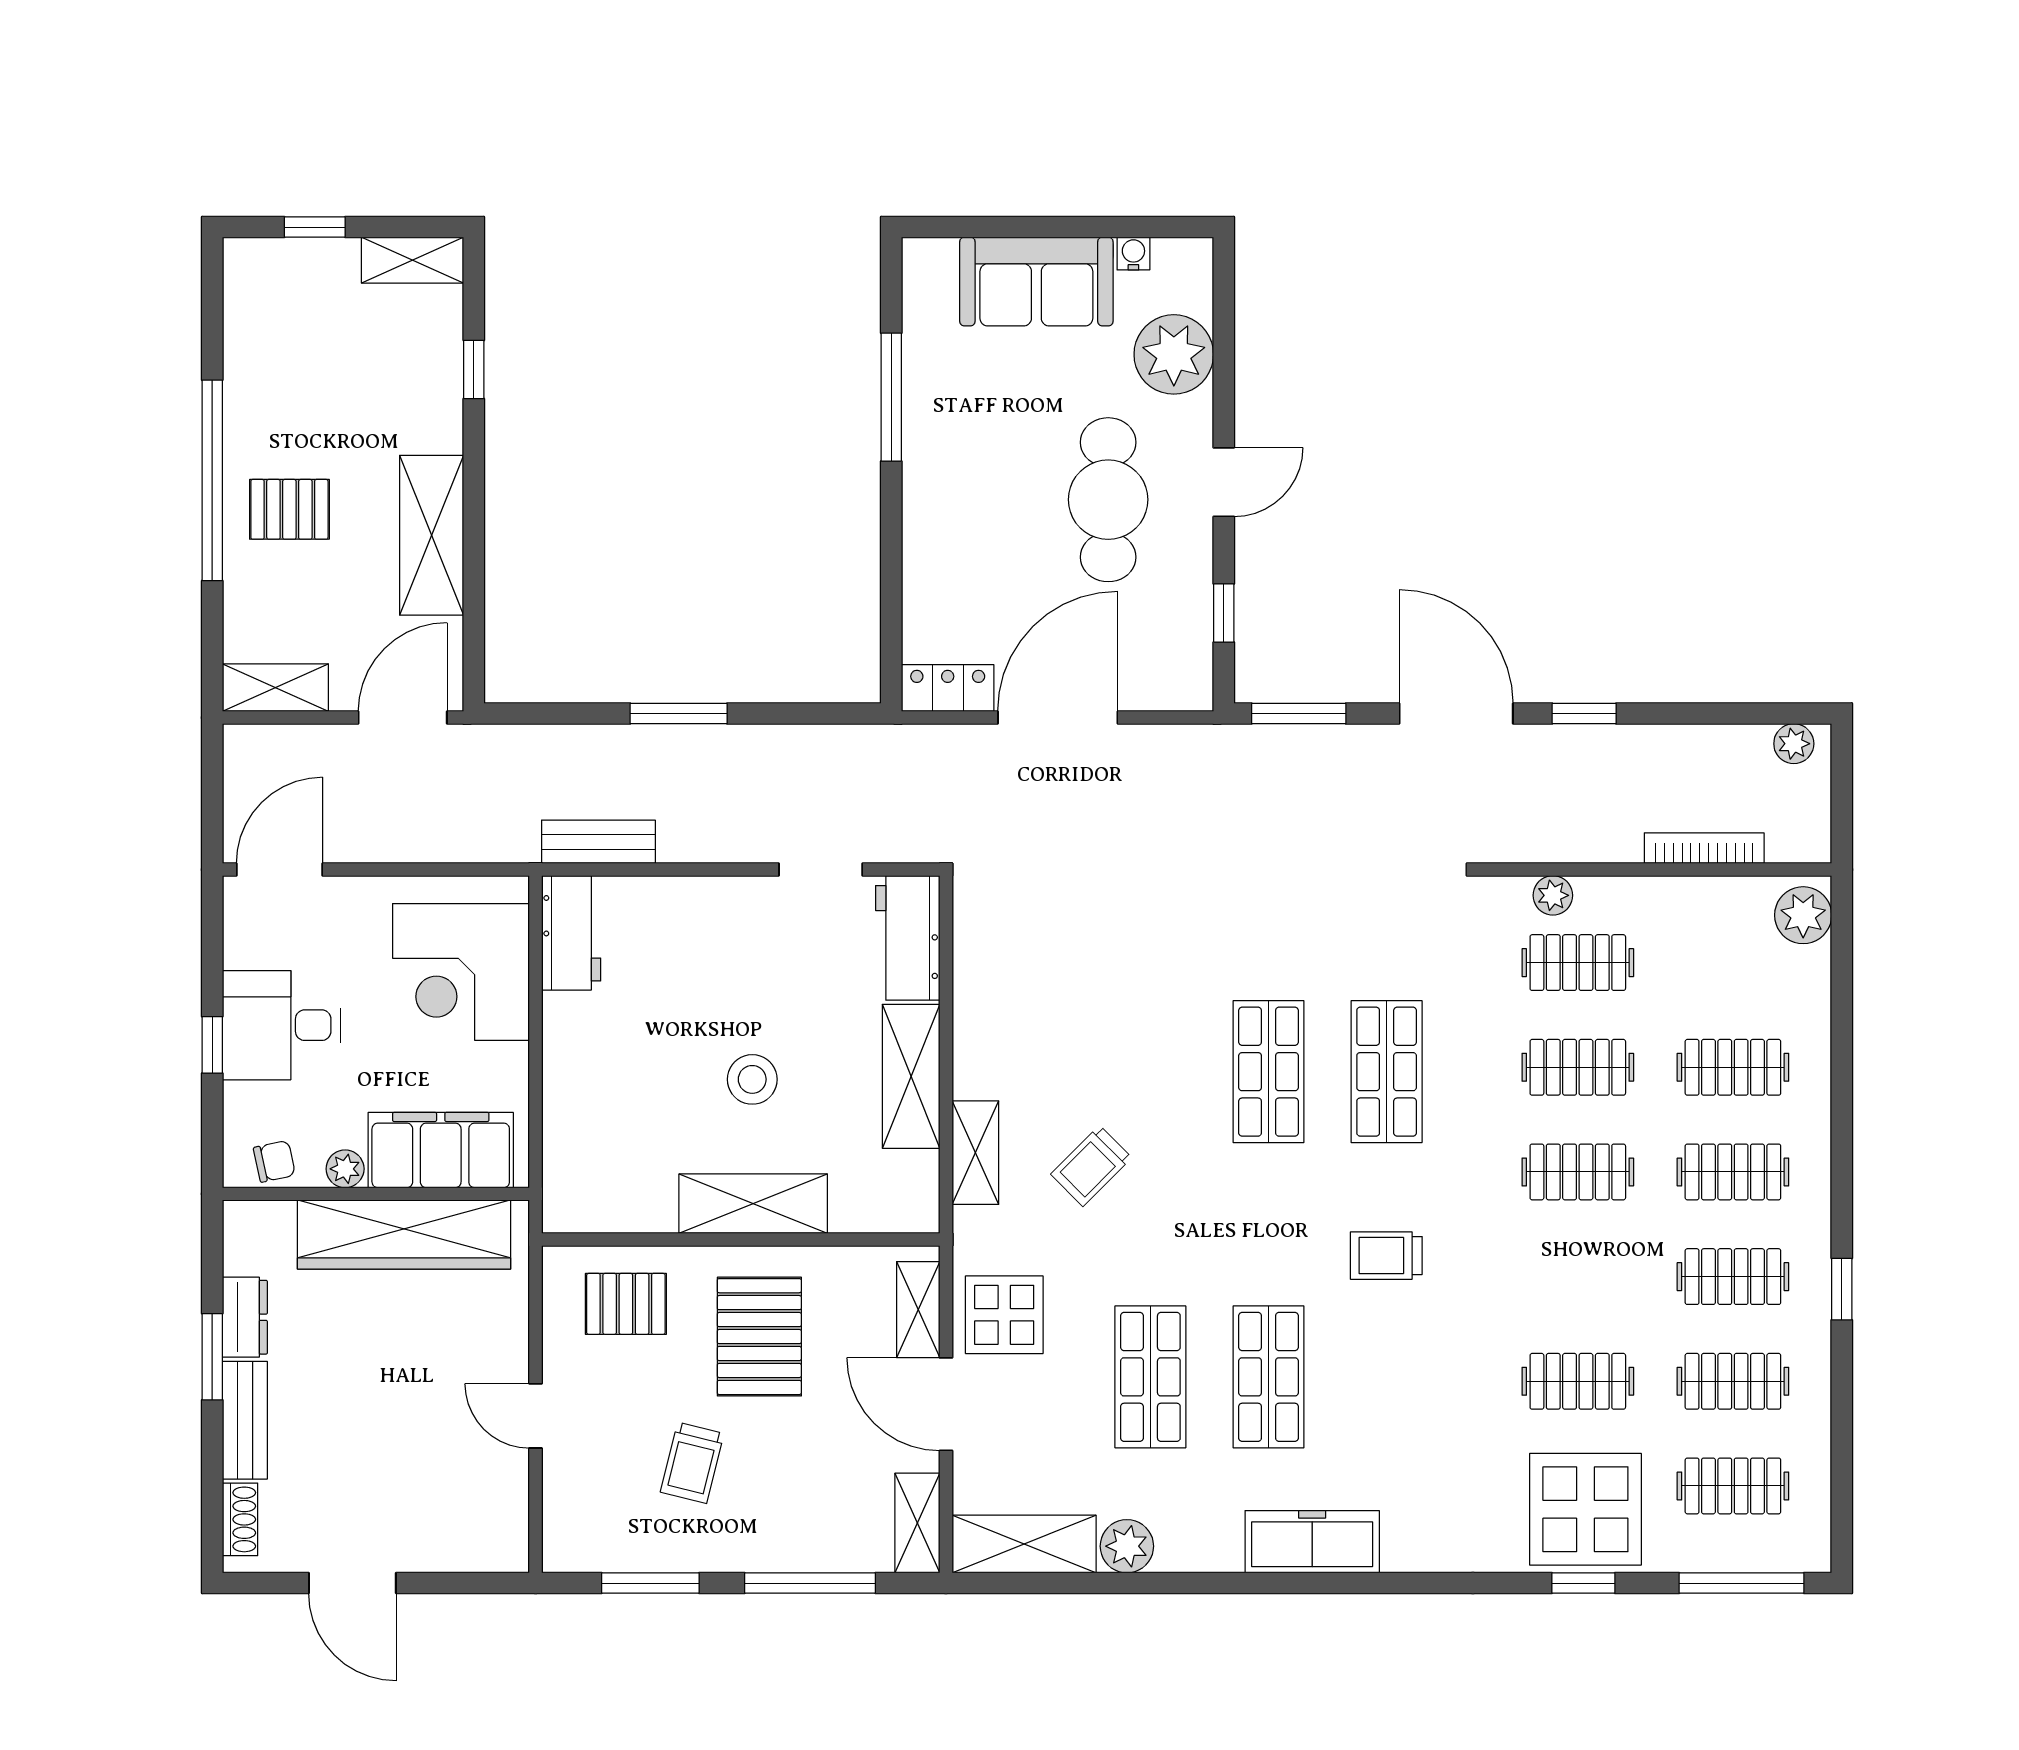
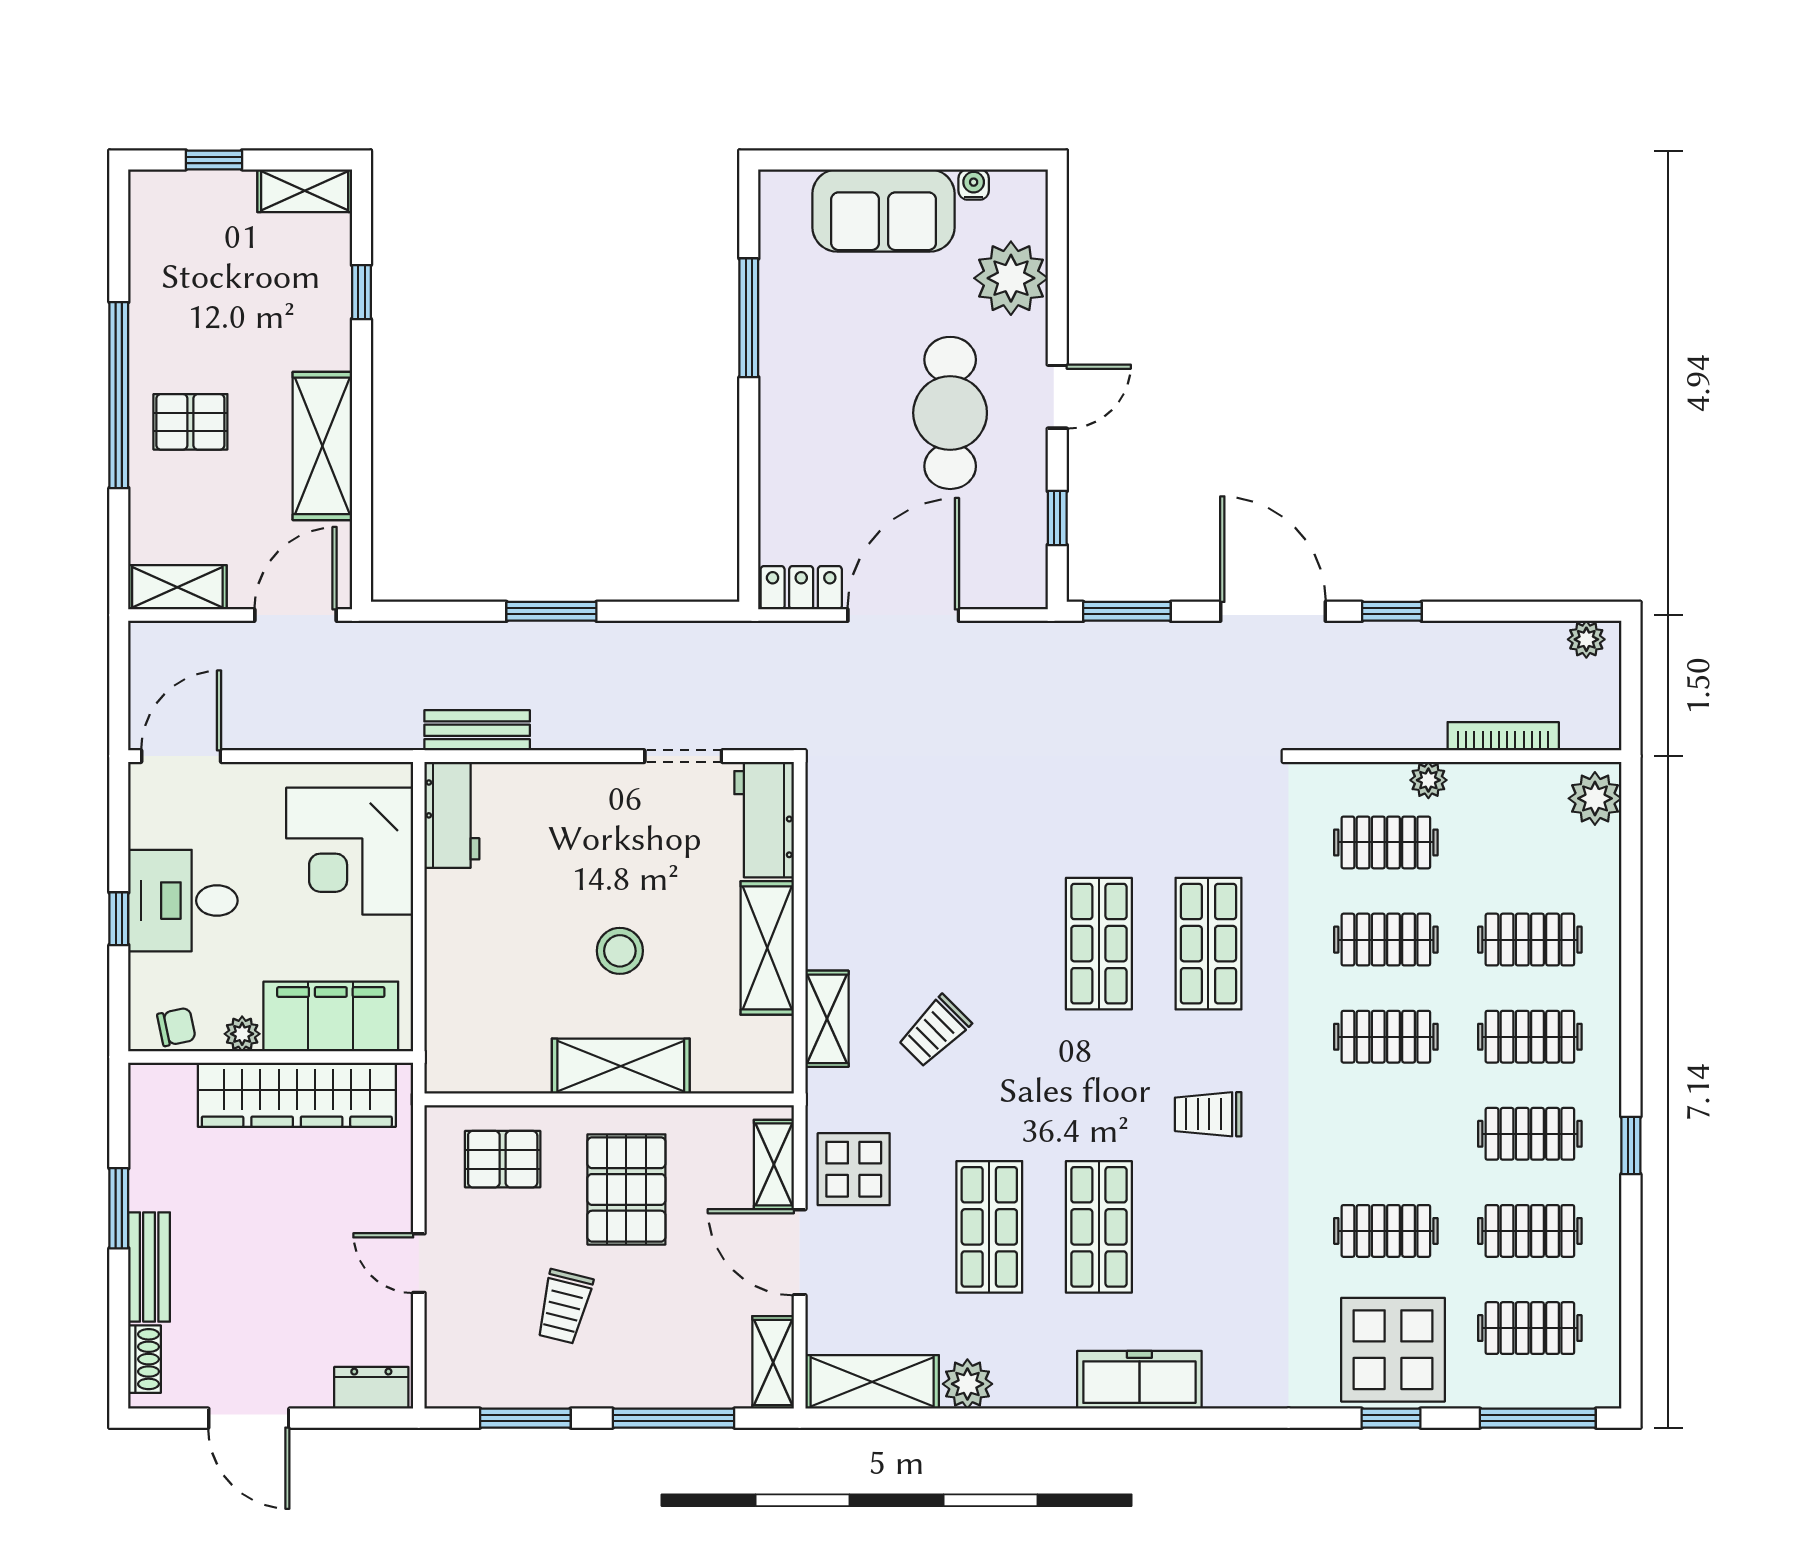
plant: (1553, 895) -> (1428, 780), moved
dresser: (245, 1317) -> (371, 1388), moved, turned -90

